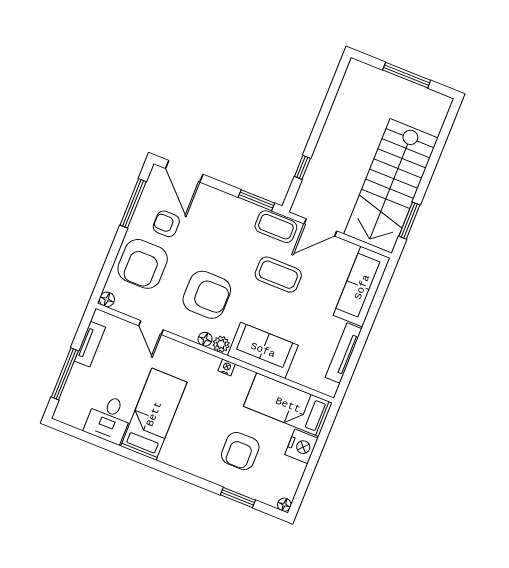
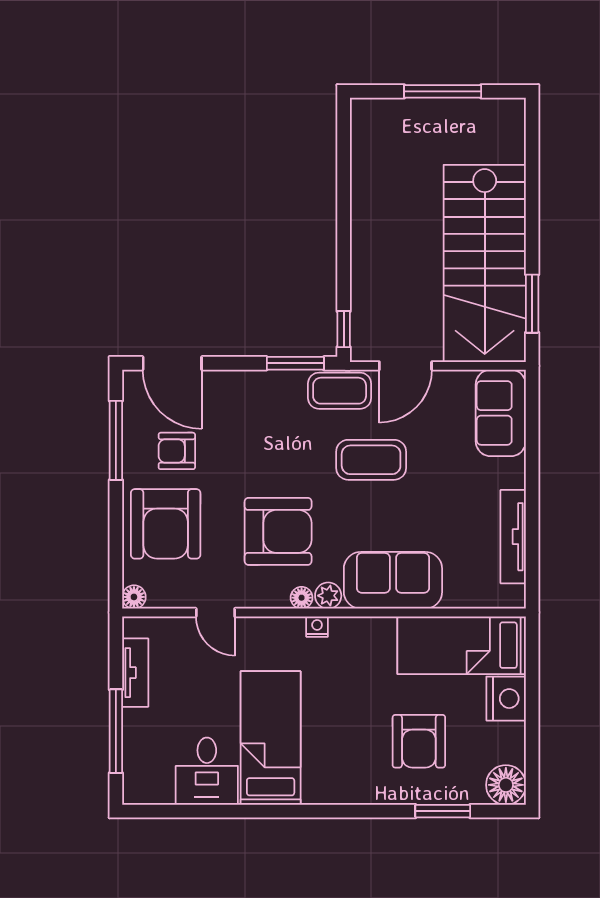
window: (302, 167) -> (344, 329), moved
sofa: (362, 287) -> (501, 413), width x0.73
nightstand: (227, 367) -> (317, 627), moved
floor lamp: (284, 505) -> (506, 785), width x1.89, depth x1.89

